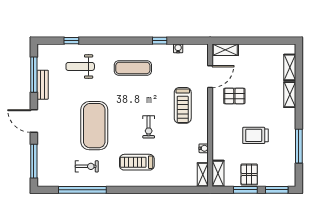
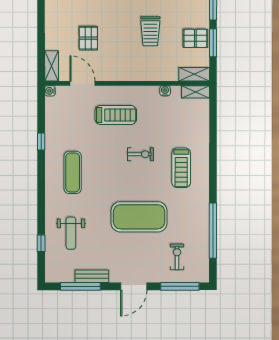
water cooler: (178, 48) -> (50, 91), moved
pallet: (234, 96) -> (88, 38), moved
exercise bike: (87, 166) -> (177, 257), moved

